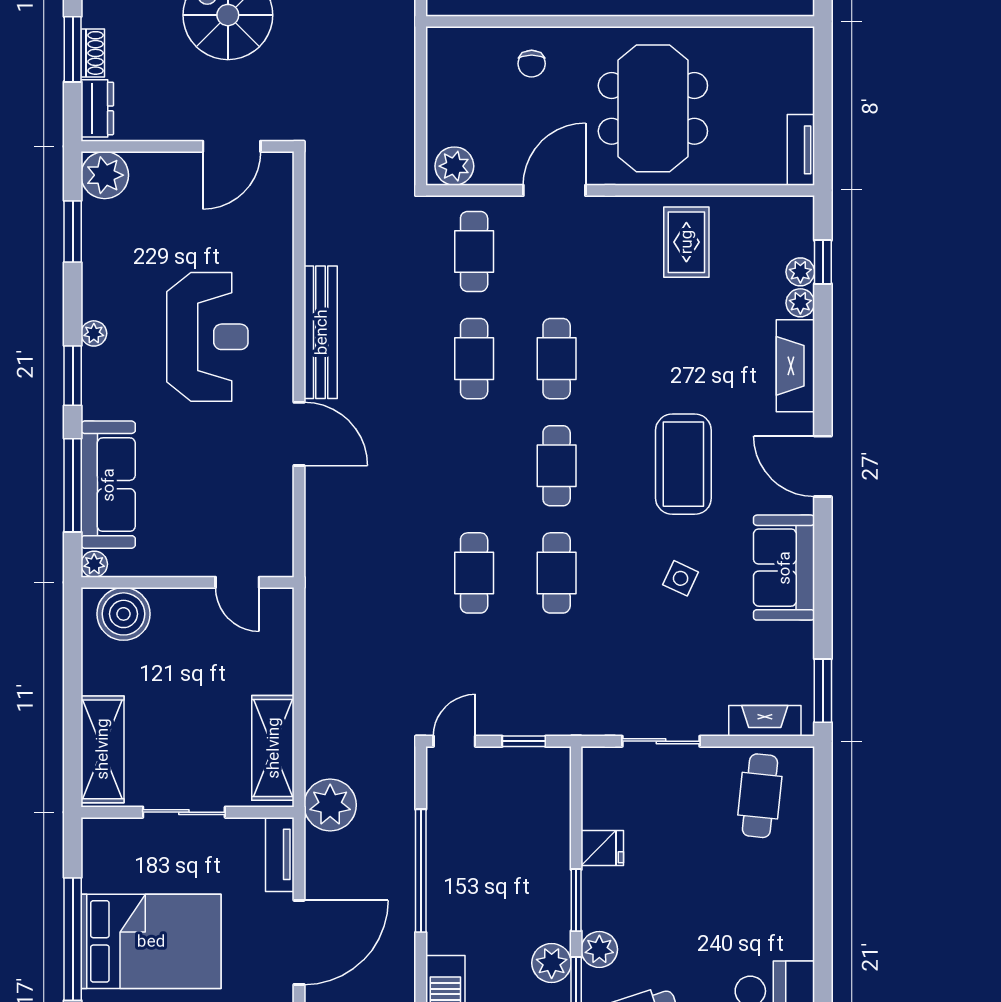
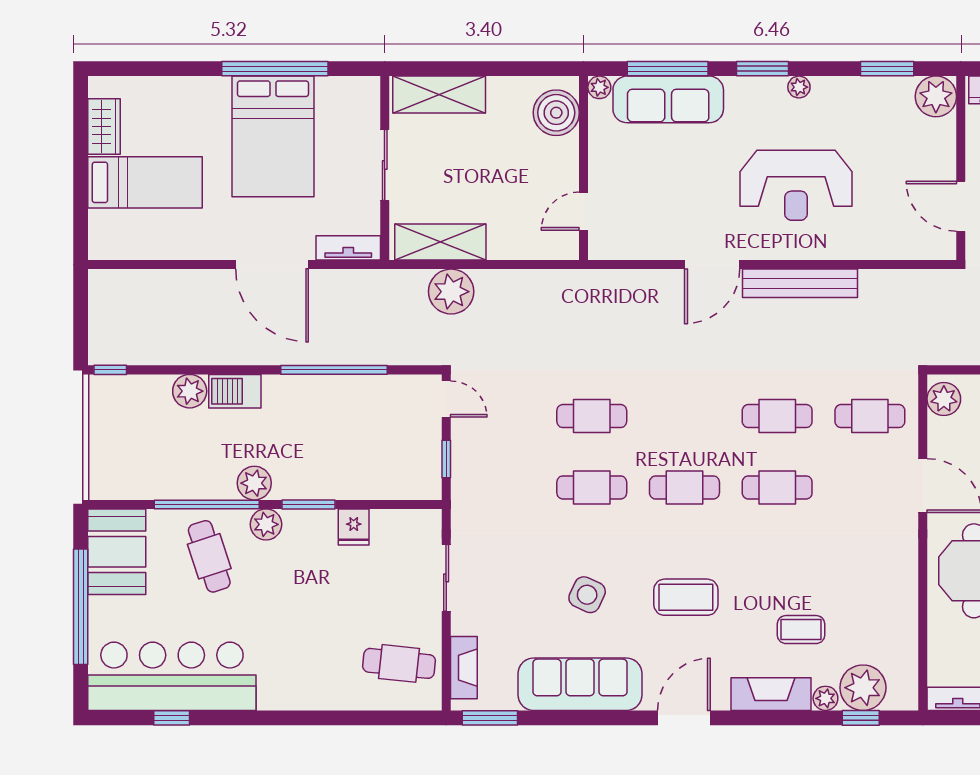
rug: (686, 242) -> (878, 600), removed
plant: (800, 272) -> (863, 688), width x1.88, depth x1.88
coffee table: (721, 331) -> (801, 630), added
coffee table: (683, 464) -> (686, 597), width x0.73, depth x0.76
sofa: (784, 568) -> (580, 684), width x1.36
side table: (681, 578) -> (587, 595), width x1.37, depth x1.37
plant: (330, 805) -> (451, 292), moved

